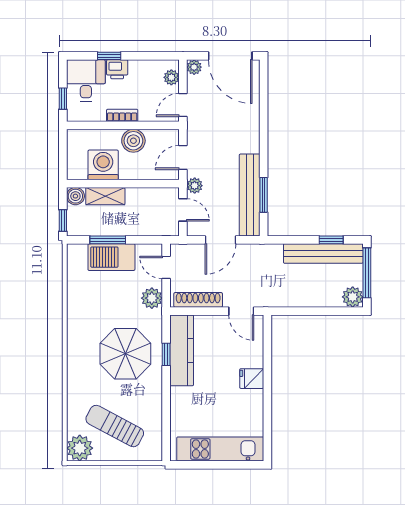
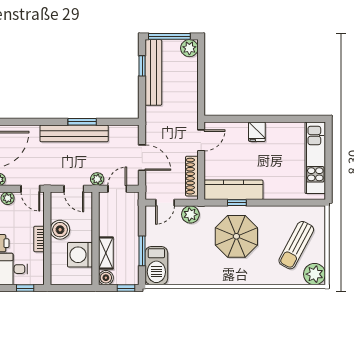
bench: (250, 195) -> (74, 133), moved
window: (264, 195) -> (82, 122), moved
barbecue: (111, 257) -> (156, 266), moved

